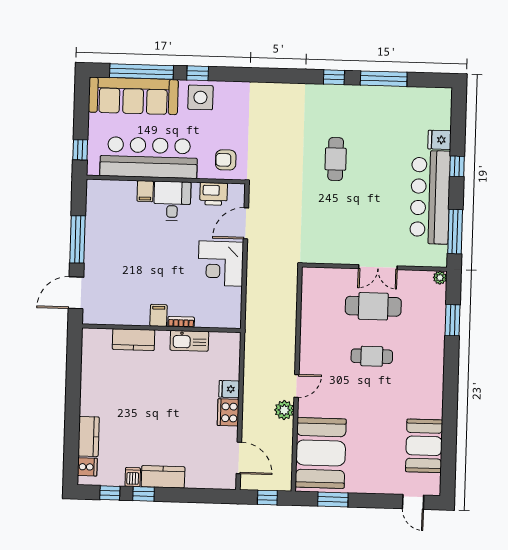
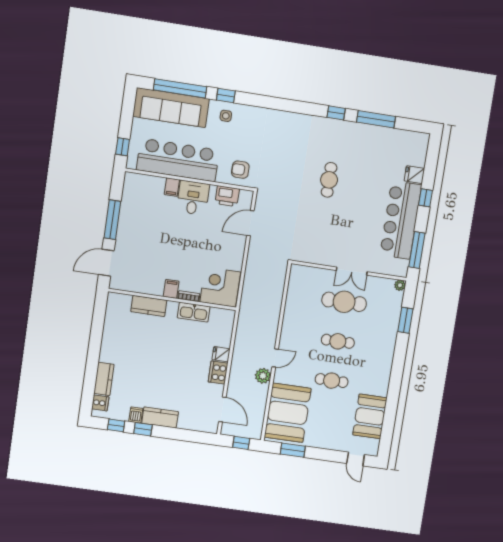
side table: (200, 97) -> (226, 116), width x0.54, depth x0.54
corner desk: (221, 264) -> (220, 287), moved, turned 90
cafe table: (370, 406) -> (332, 381), added

